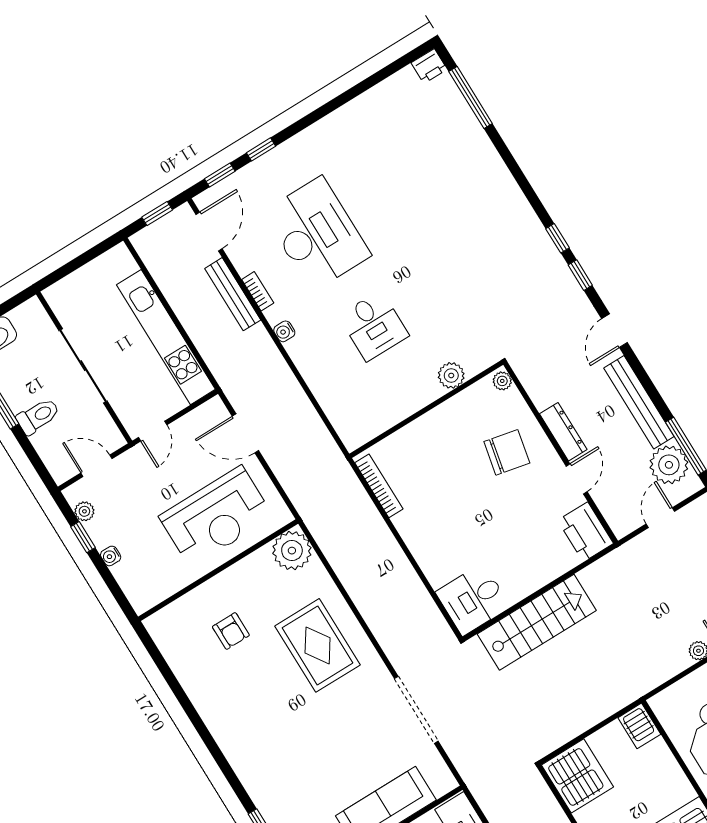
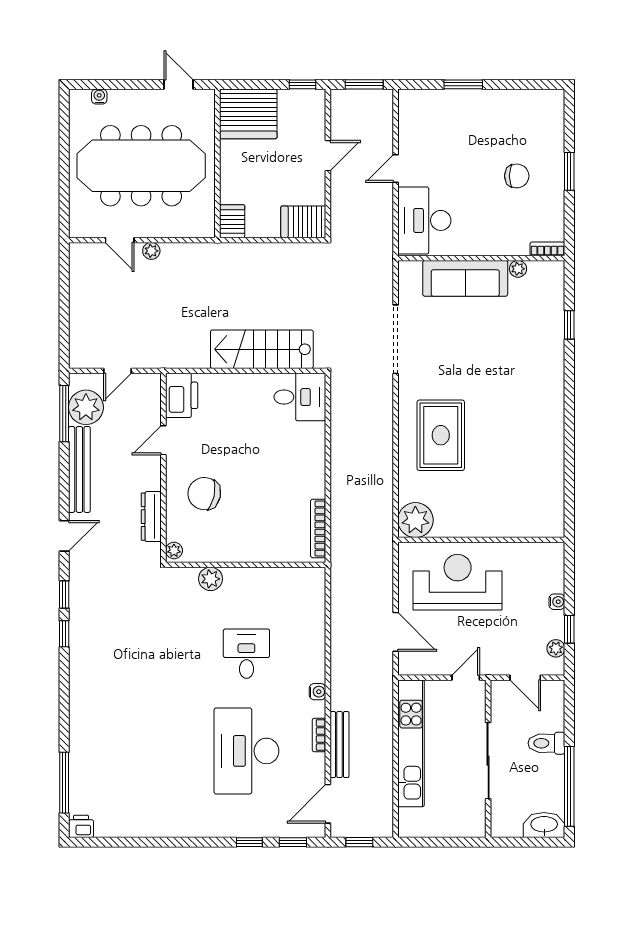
dresser: (563, 432) -> (151, 517), moved
armchair: (231, 631) -> (500, 487), removed
server rack: (577, 776) -> (303, 222), width x0.62

